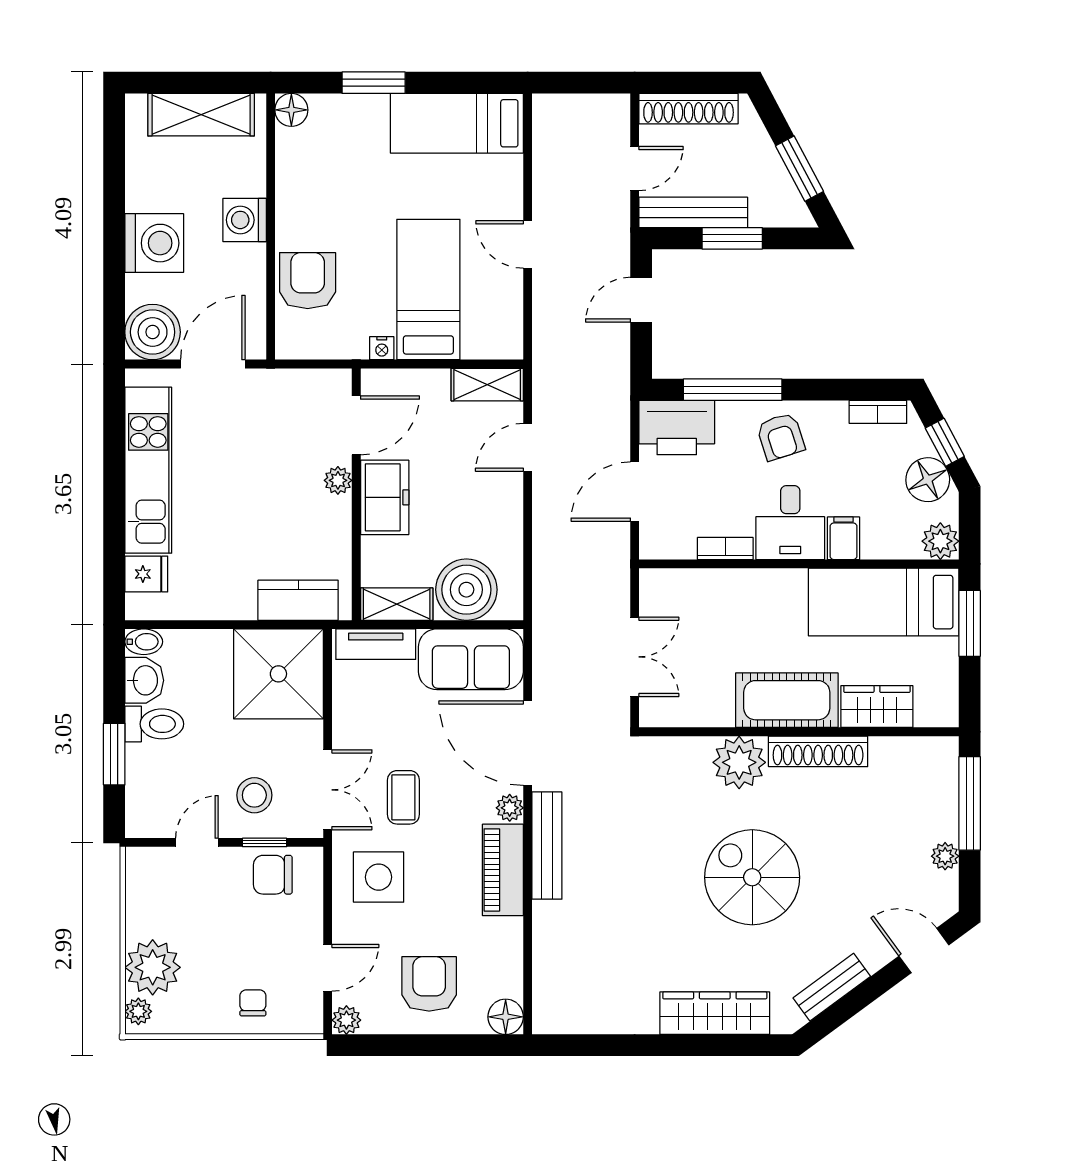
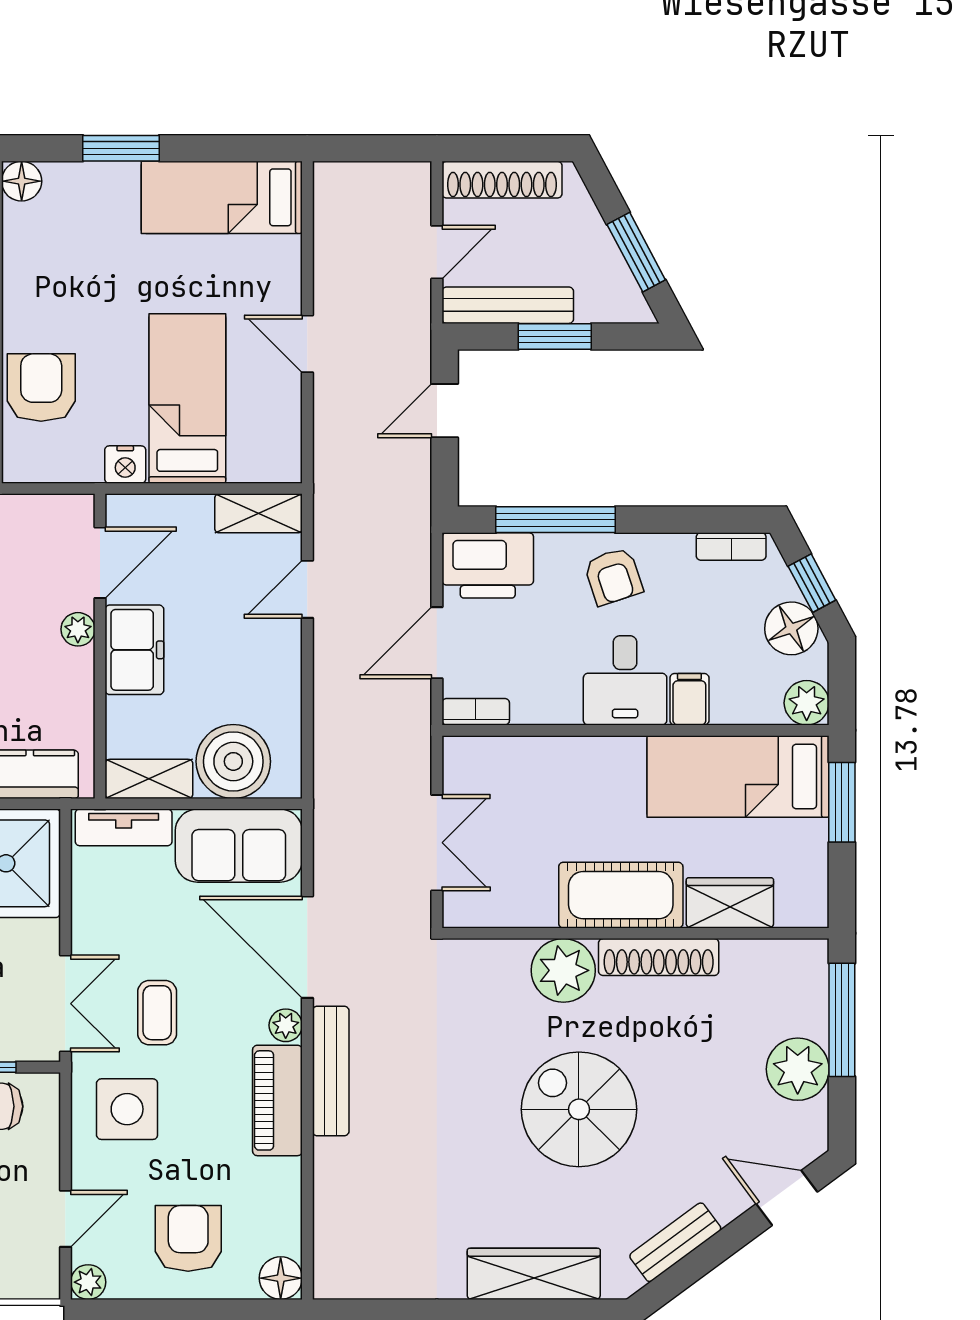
nightstand: (382, 348) -> (125, 465), width x1.39, depth x1.35
bookcase: (725, 549) -> (476, 712), moved
plant: (945, 856) -> (798, 1069), width x1.87, depth x1.87

